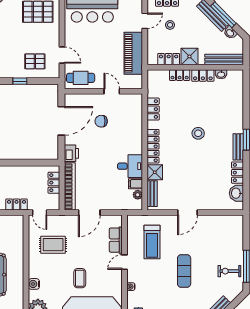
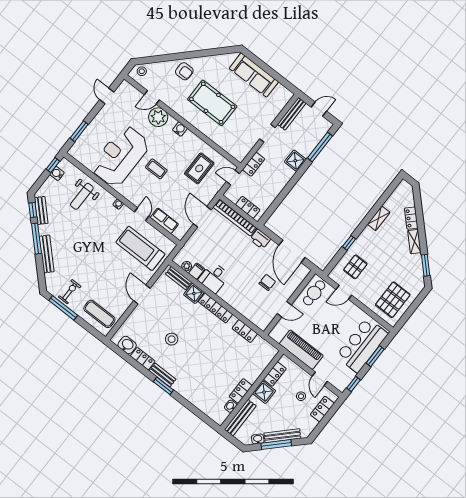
locker: (180, 75) -> (255, 373), removed
stool: (198, 133) -> (172, 339), moved
treadmill: (152, 242) -> (140, 248), width x1.37, depth x1.38
exercise mat: (184, 271) -> (99, 314), moved

